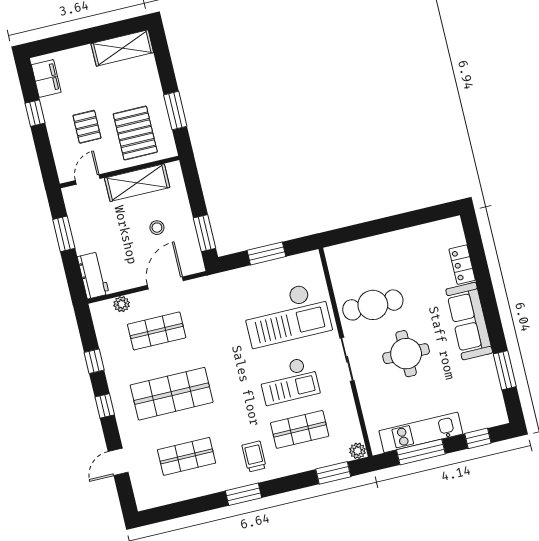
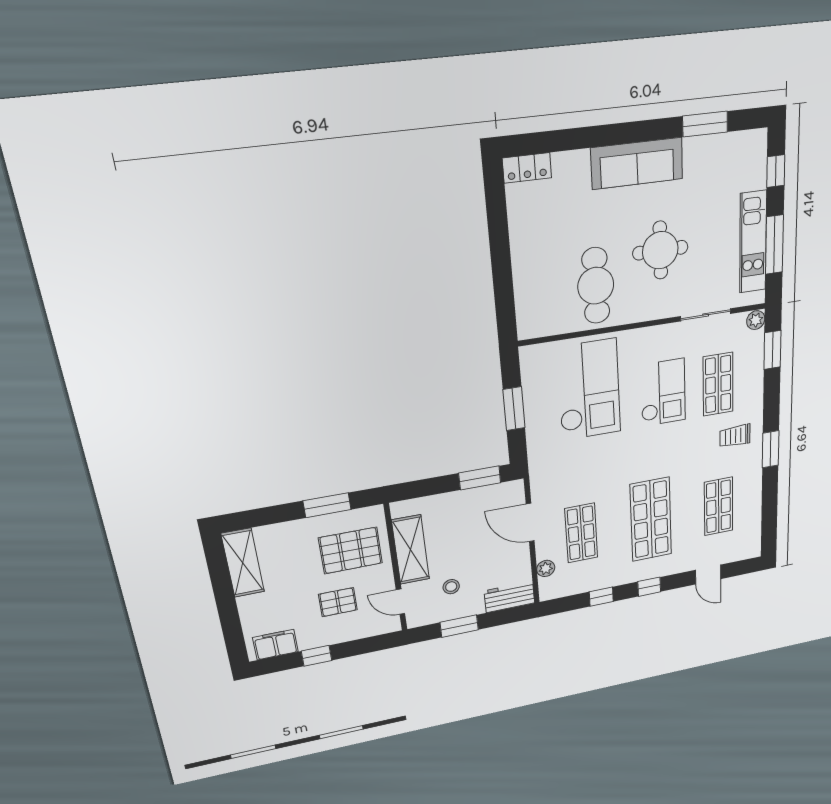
stool: (157, 228) -> (451, 587), moved
locker: (462, 265) -> (527, 168), moved
sliding door: (347, 359) -> (706, 315), moved

